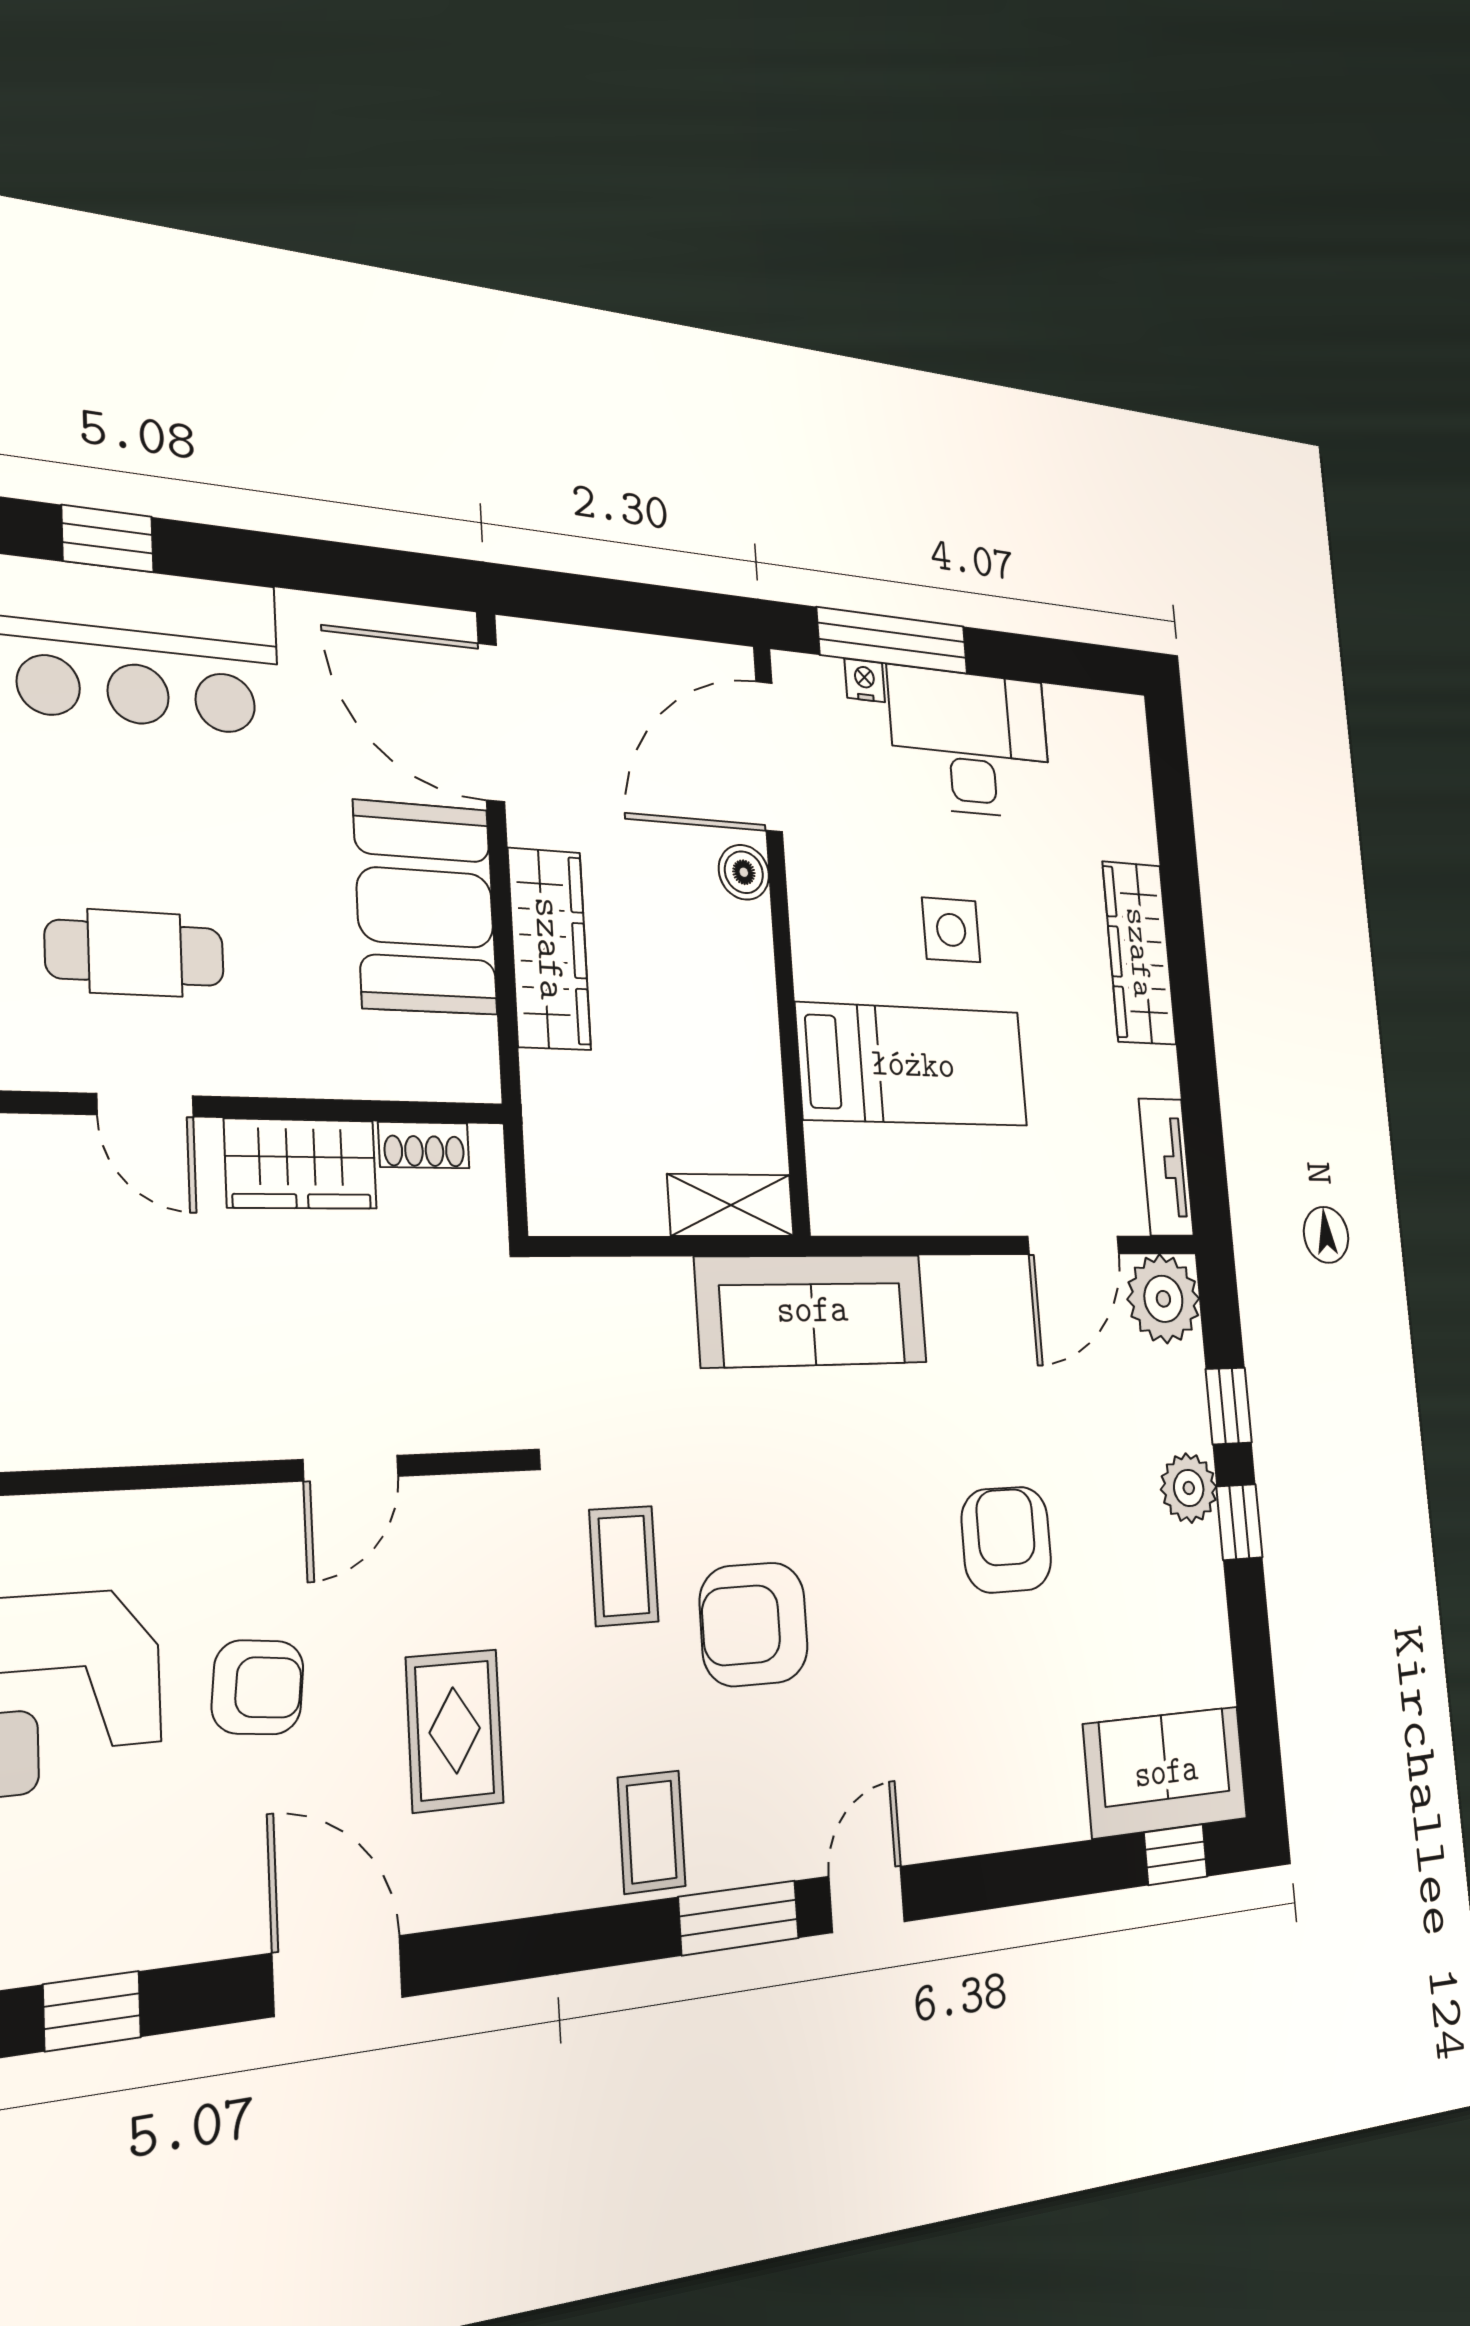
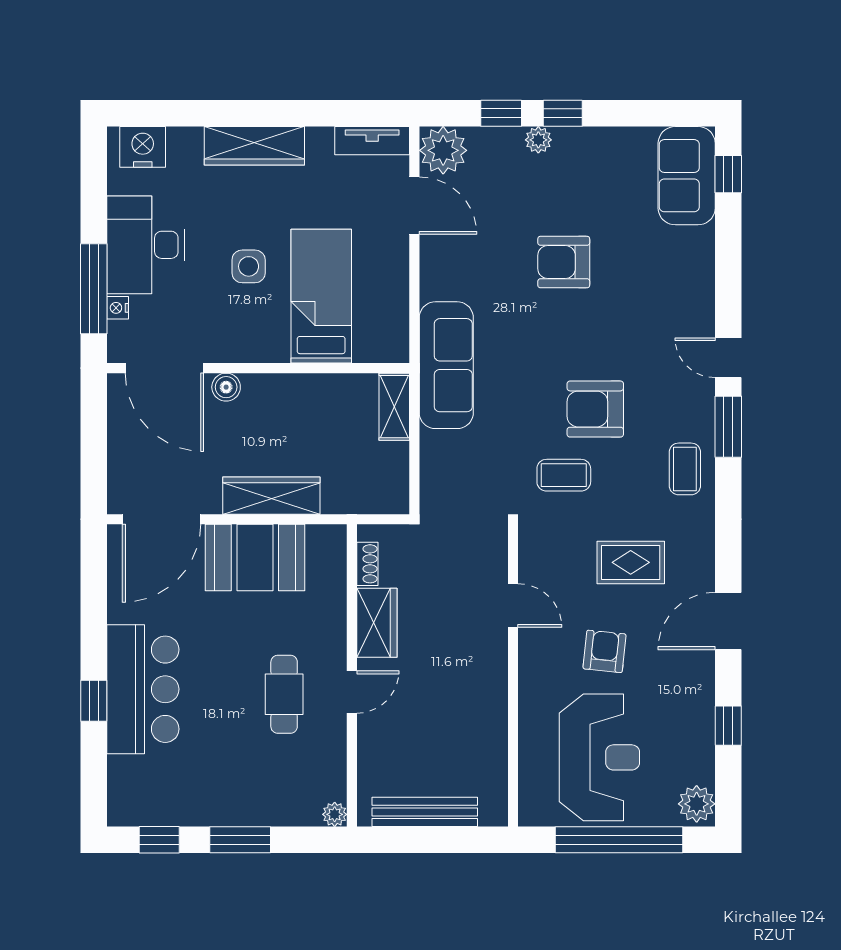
nightstand: (1120, 754) -> (143, 147), added
plant: (1189, 1488) -> (538, 140), width x0.73, depth x0.73
armchair: (754, 1624) -> (595, 409), turned 90
coffee table: (652, 1832) -> (685, 469), turned 90

